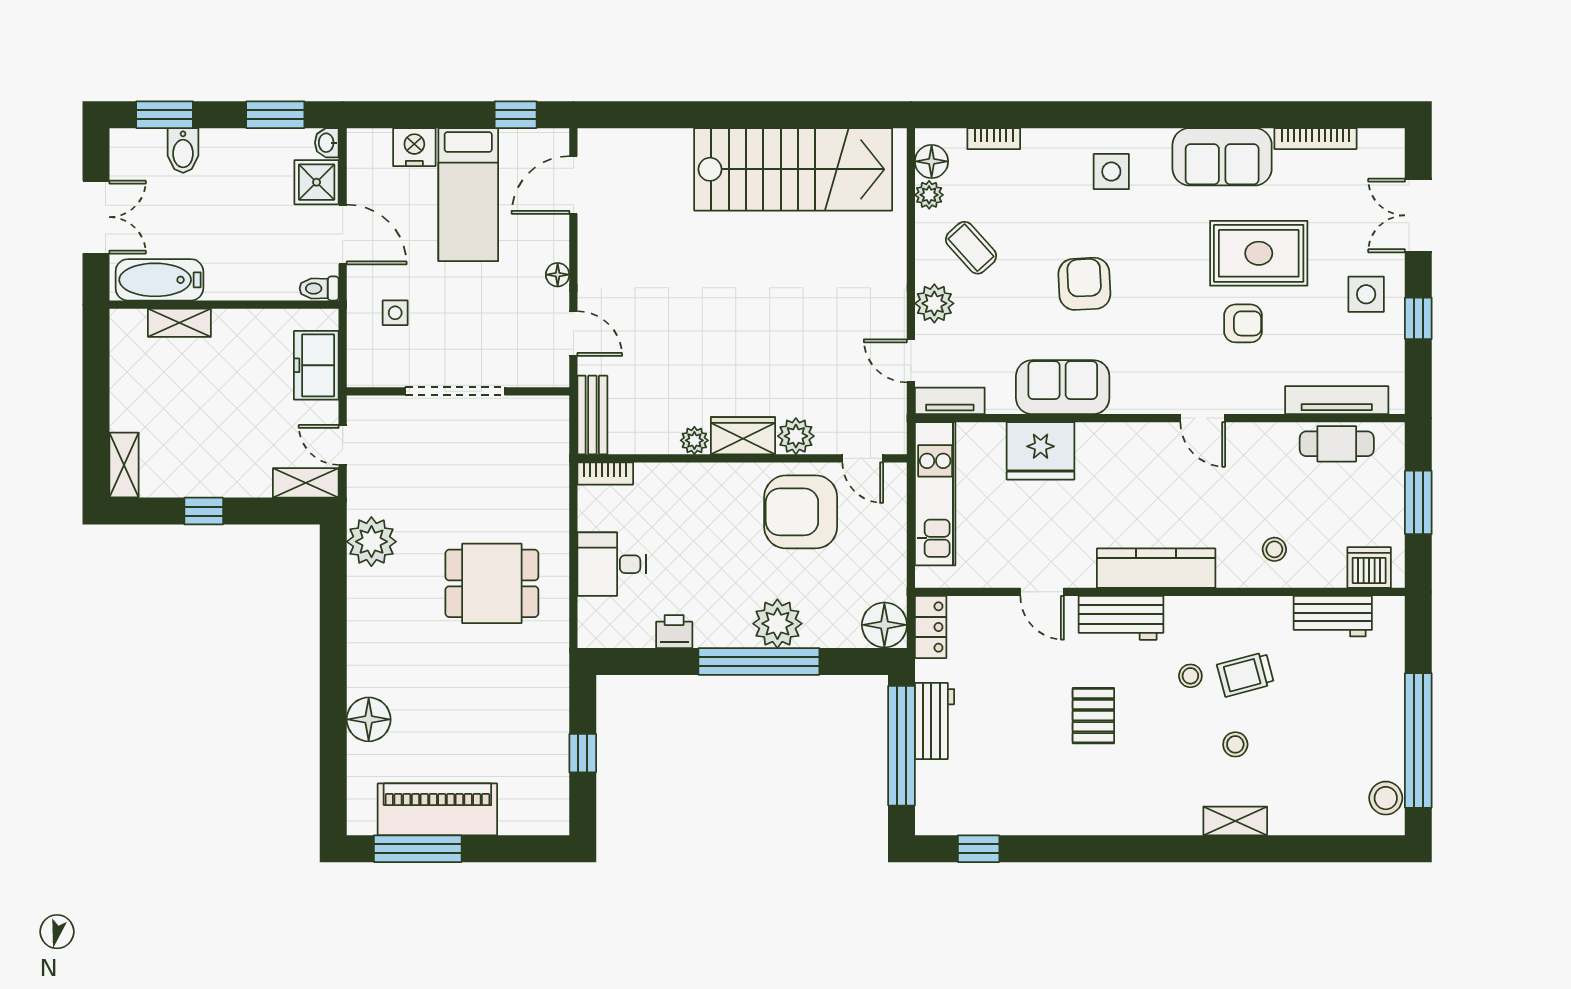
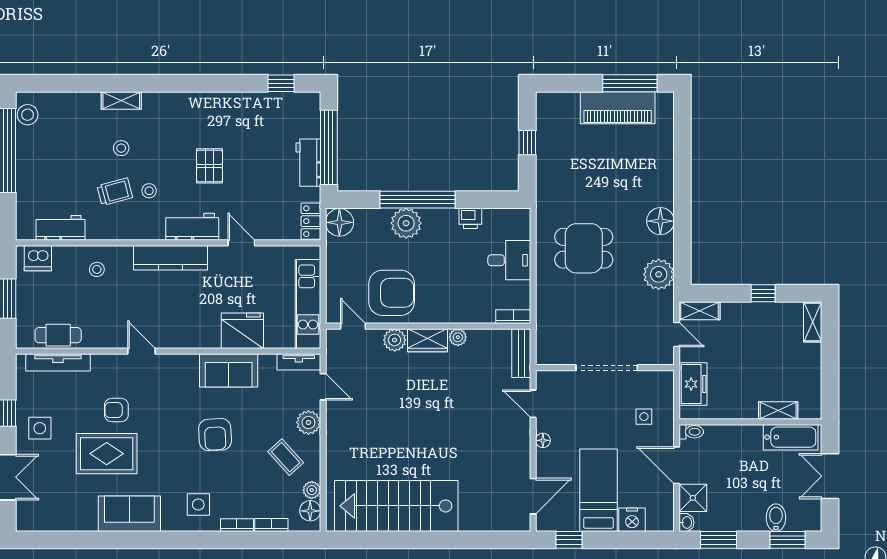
bookcase: (1315, 139) -> (237, 525), moved, width x0.64
floor lamp: (369, 719) -> (660, 221), moved

